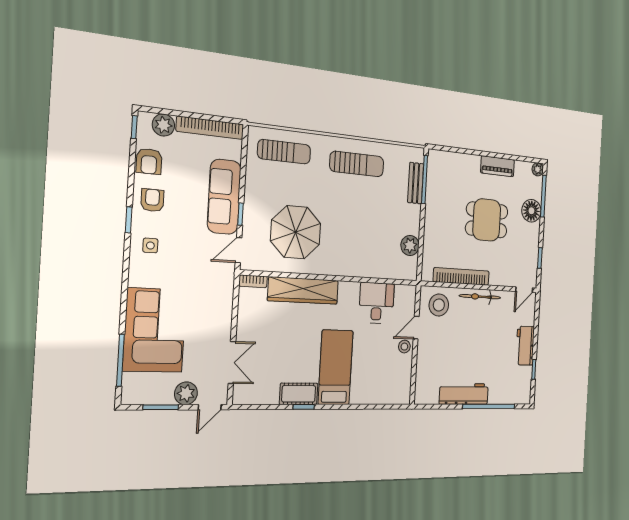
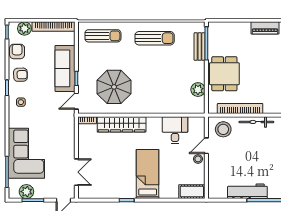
armchair: (149, 161) -> (17, 51), turned 180
armchair: (152, 200) -> (20, 75), turned 88
dining table: (487, 220) -> (224, 74), moved, turned 90
plant: (186, 393) -> (26, 192), moved
cot: (299, 394) -> (192, 192), moved

